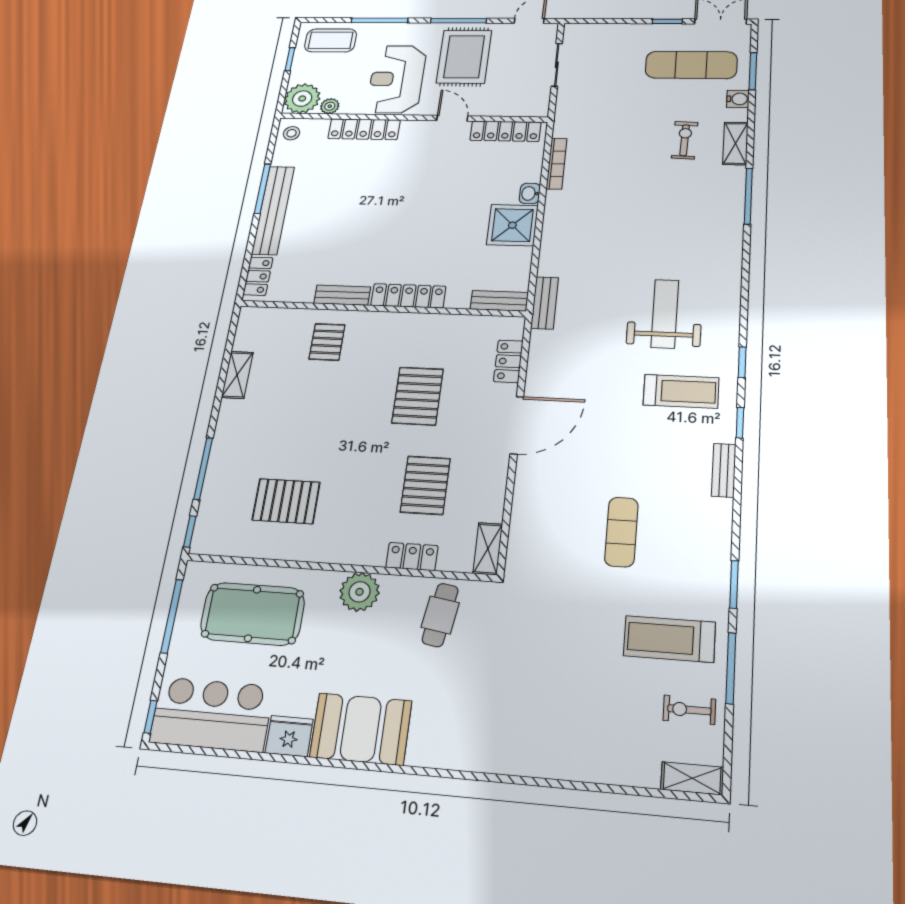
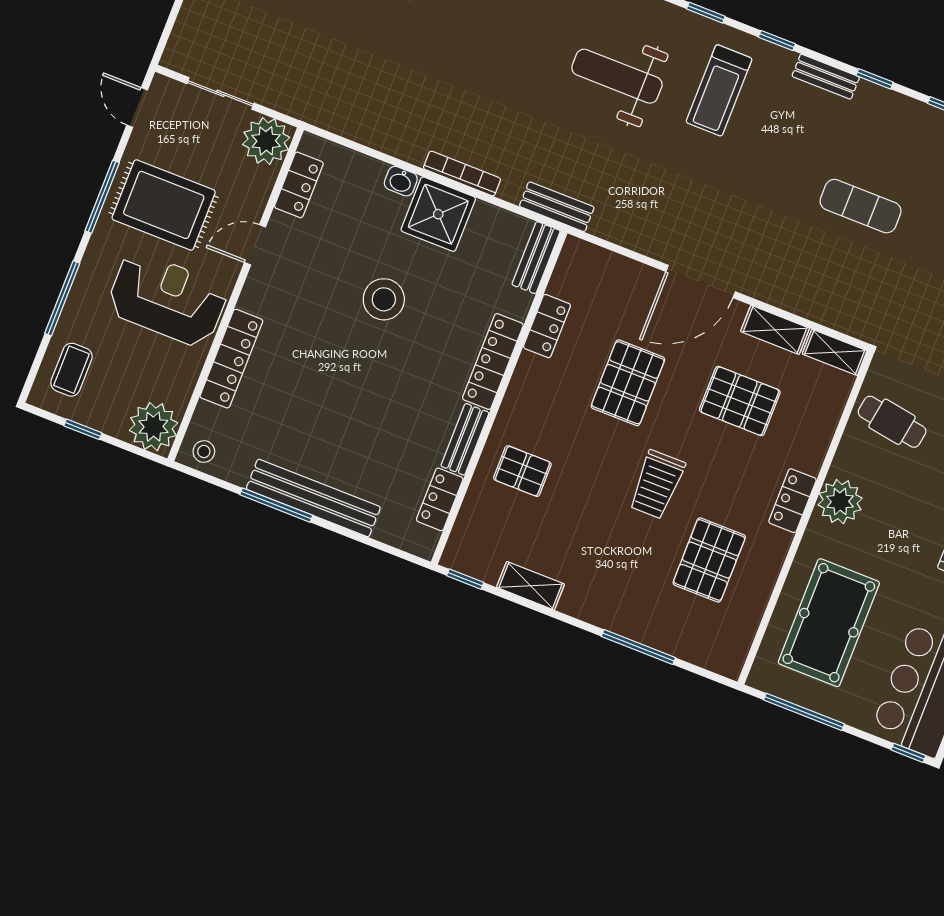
coffee table: (331, 40) -> (71, 370), width x0.73, depth x0.77
reception desk: (397, 79) -> (167, 299), turned 180
plant: (330, 106) -> (266, 141), moved, width x1.87, depth x1.87
locker: (505, 131) -> (299, 185), width x0.66
bookcase: (556, 164) -> (462, 174), moved
stool: (436, 210) -> (384, 299), added
locker: (258, 276) -> (440, 499), moved, turned -90
locker: (508, 361) -> (547, 326), moved, turned -90
treadmill: (681, 391) -> (719, 90), turned 180
pallet: (418, 396) -> (628, 383), turned 90
door: (517, 425) -> (701, 282), swing flipped
trolley: (340, 442) -> (657, 485), added
shelving: (493, 495) -> (775, 330), added
window: (737, 510) -> (875, 79), added
window: (190, 531) -> (465, 579), moved
locker: (412, 556) -> (792, 501), moved

